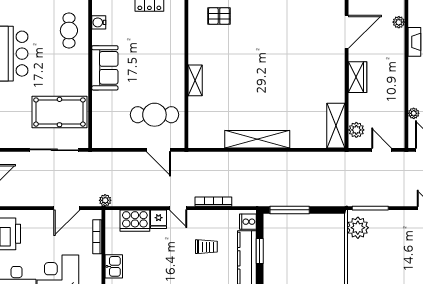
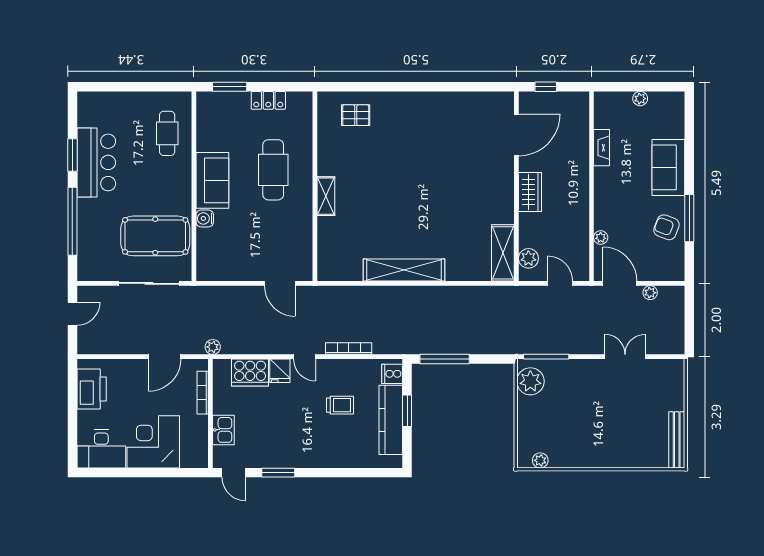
water cooler: (99, 22) -> (205, 218), moved
plant: (399, 22) -> (582, 123), removed
cafe table: (154, 115) -> (273, 170), moved, turned 90

